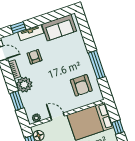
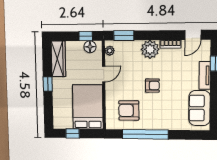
armchair: (35, 57) -> (152, 86), moved
window: (97, 65) -> (145, 134), width x1.46
window: (17, 101) -> (124, 36), moved

